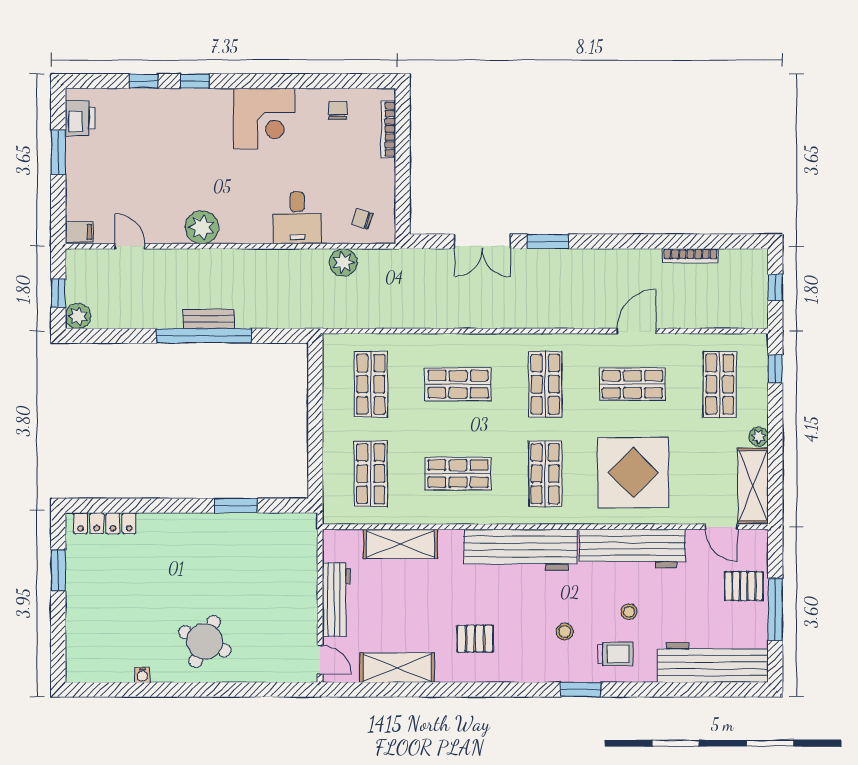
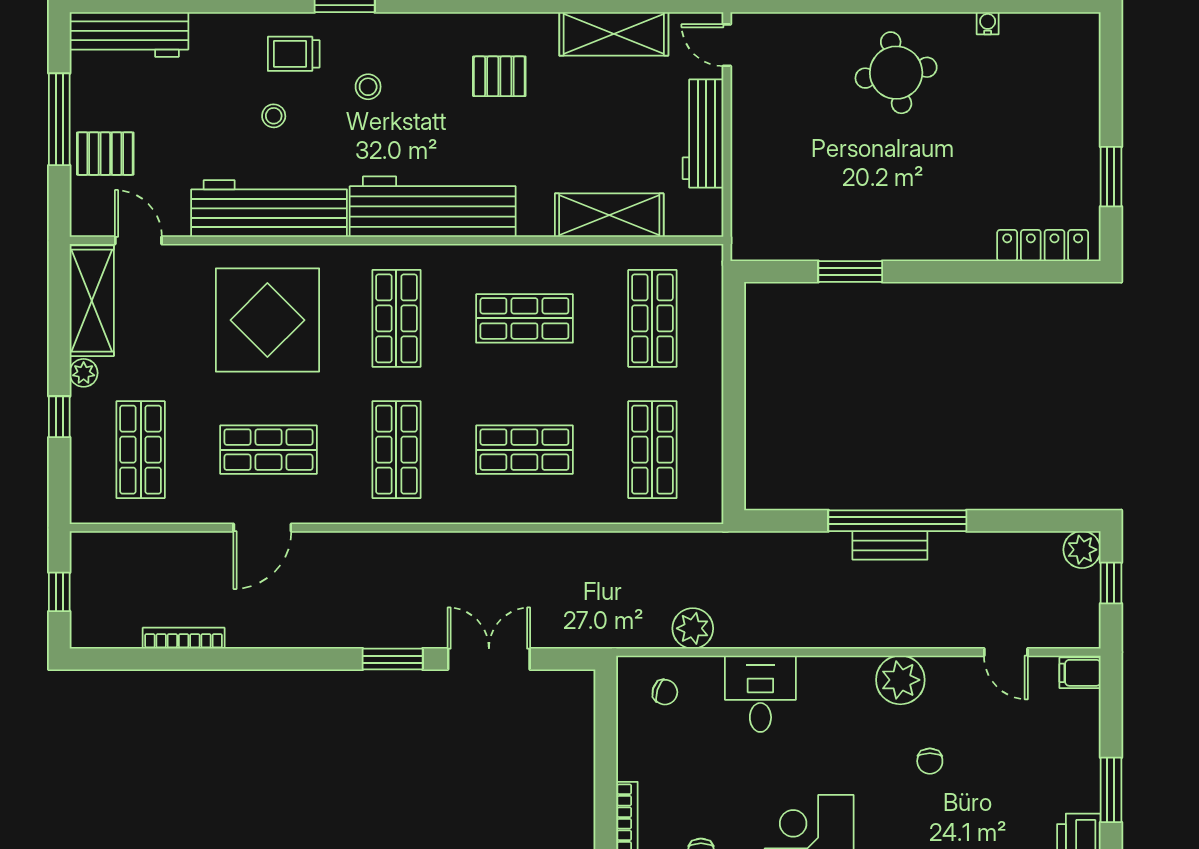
chair: (182, 172) -> (930, 761), added
window: (775, 369) -> (59, 417), moved
round table: (205, 641) -> (896, 73), turned -35
workbench: (713, 662) -> (129, 34), width x0.73, depth x0.76

